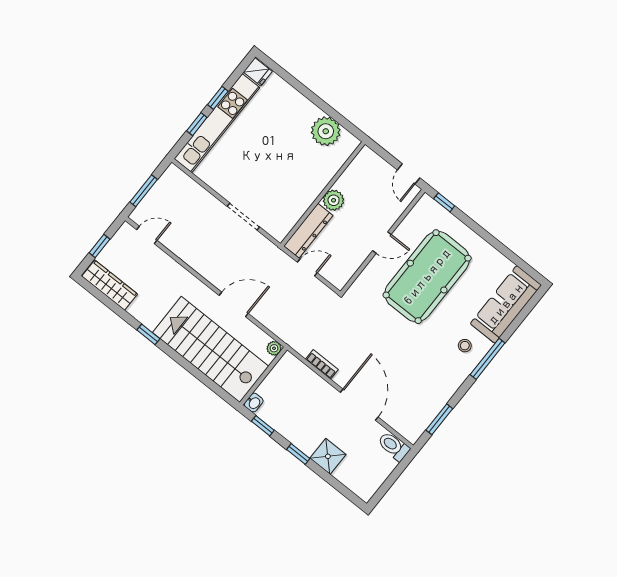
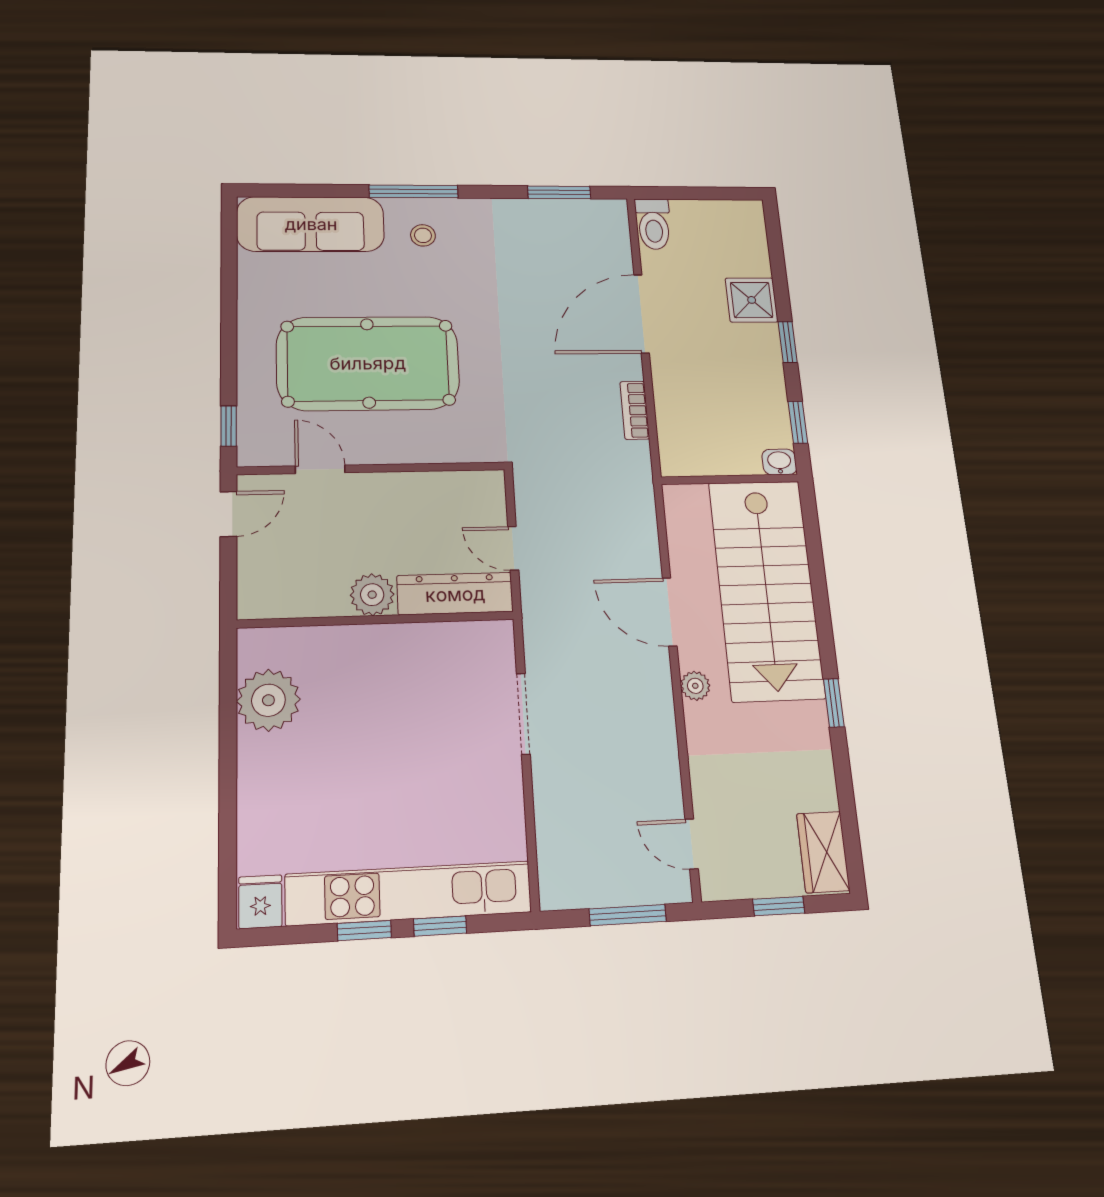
door: (382, 243) -> (320, 469), moved
wardrobe: (110, 285) -> (823, 852), width x0.67
plant: (274, 348) -> (695, 686), moved

